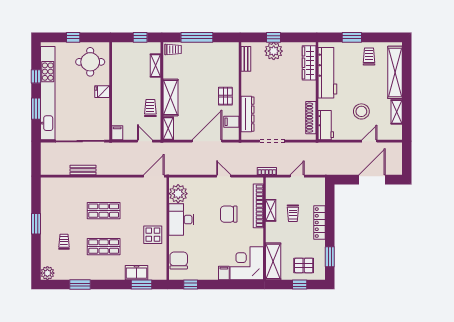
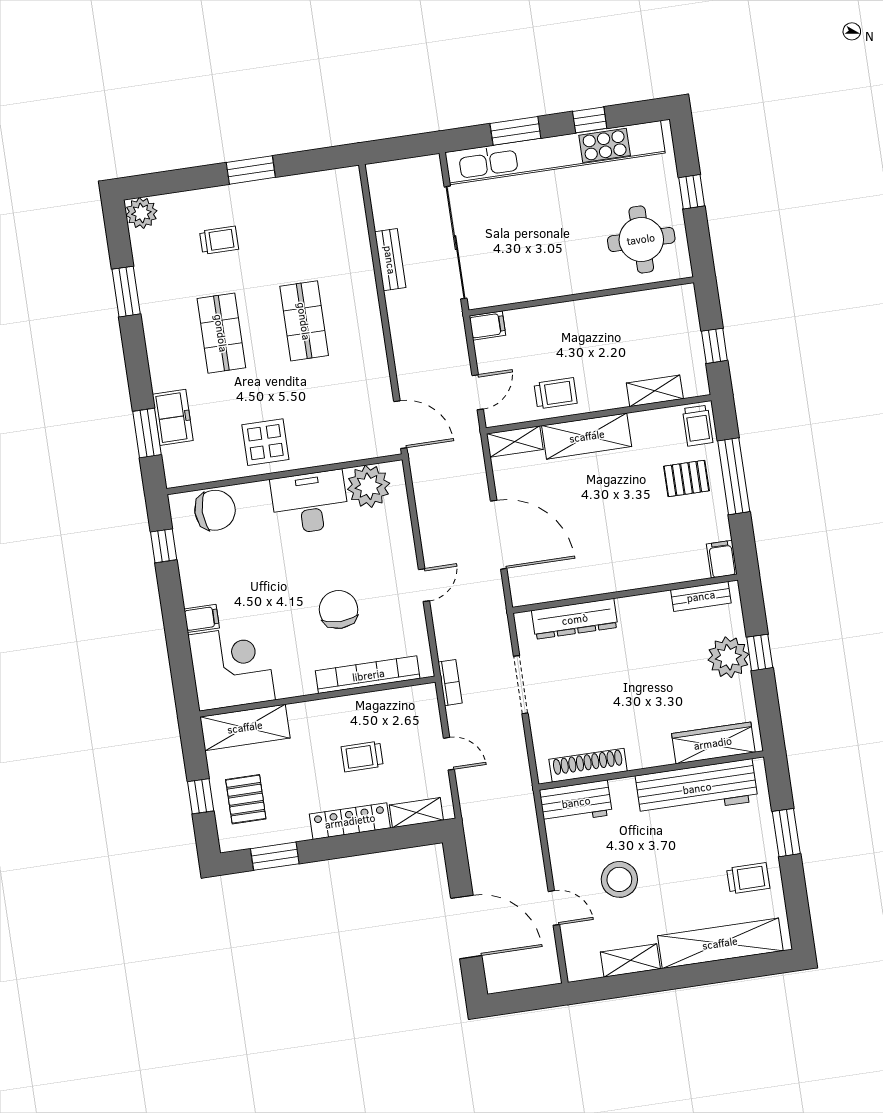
fridge: (102, 92) -> (577, 277), removed
pallet: (225, 96) -> (686, 478), moved
filing cabinet: (231, 122) -> (722, 559), moved
shelving: (271, 210) -> (416, 813), moved

